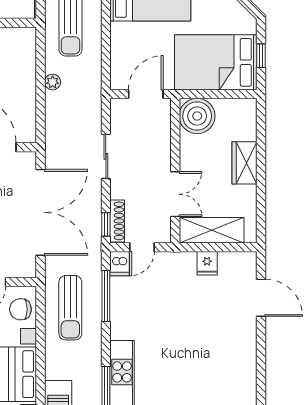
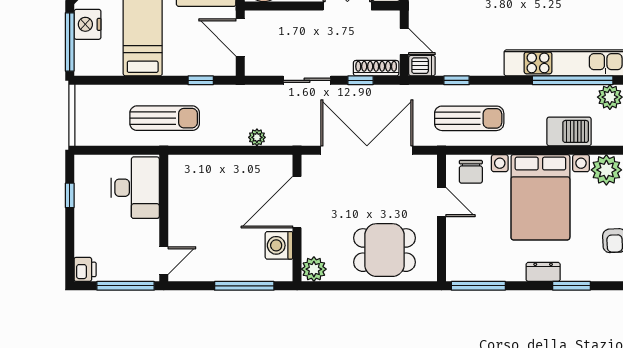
window: (106, 57) -> (201, 80), added
plant: (53, 82) -> (257, 137), moved
window: (106, 224) -> (360, 80), moved
window: (106, 296) -> (457, 80), width x0.46

